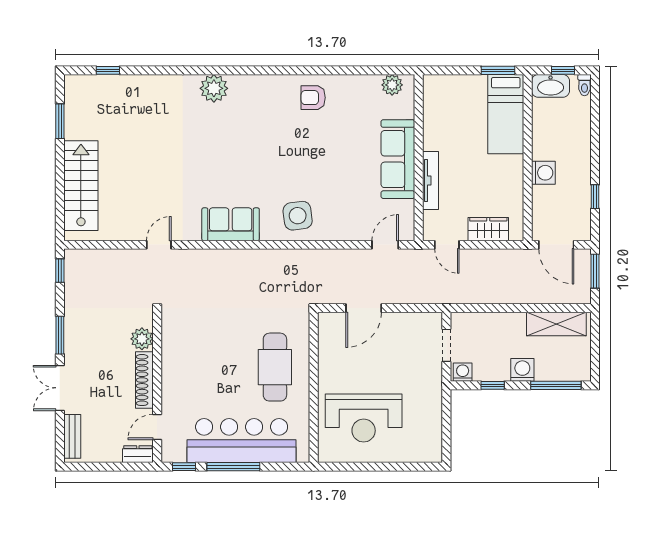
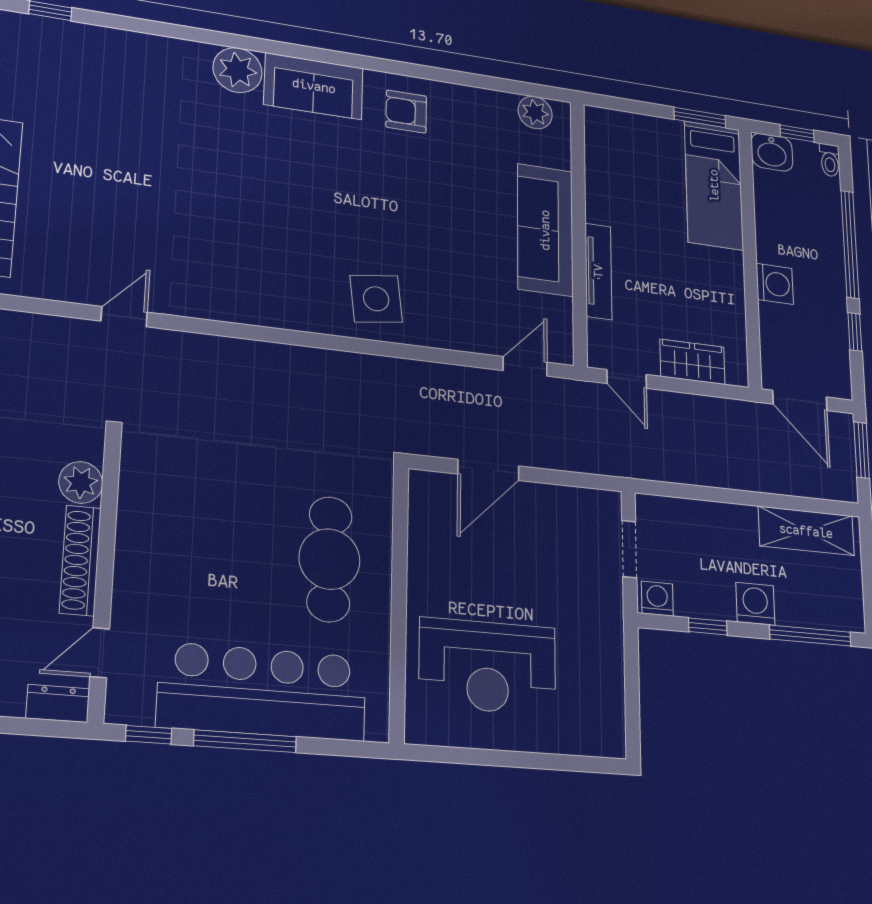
washbasin: (551, 86) -> (772, 152), width x0.72
window: (595, 140) -> (850, 244), added
sofa: (231, 224) -> (314, 86), moved, turned 180

